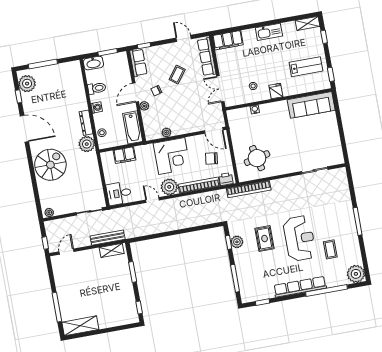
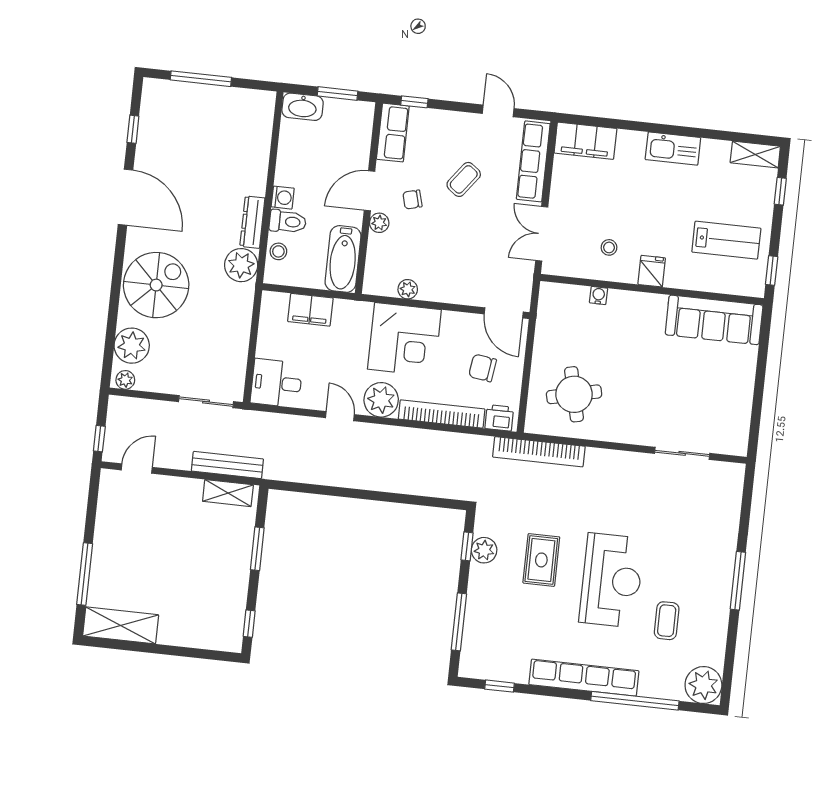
plant: (27, 84) -> (132, 346), moved
toilet: (97, 88) -> (288, 222), moved

